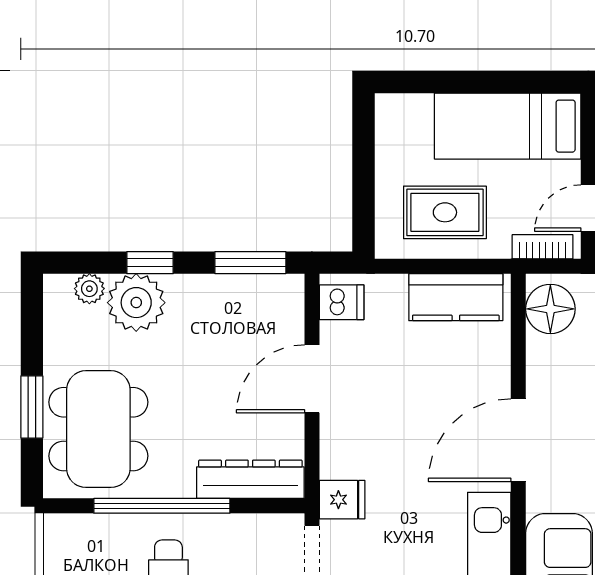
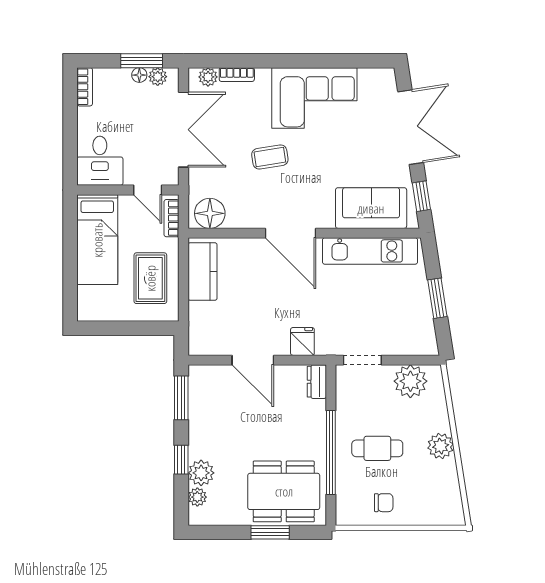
dishwasher: (342, 302) -> (206, 342), removed
plant: (136, 303) -> (201, 473), width x0.73, depth x0.73
dresser: (250, 479) -> (317, 382), width x0.51, depth x0.80
fridge: (342, 500) -> (302, 341), moved

